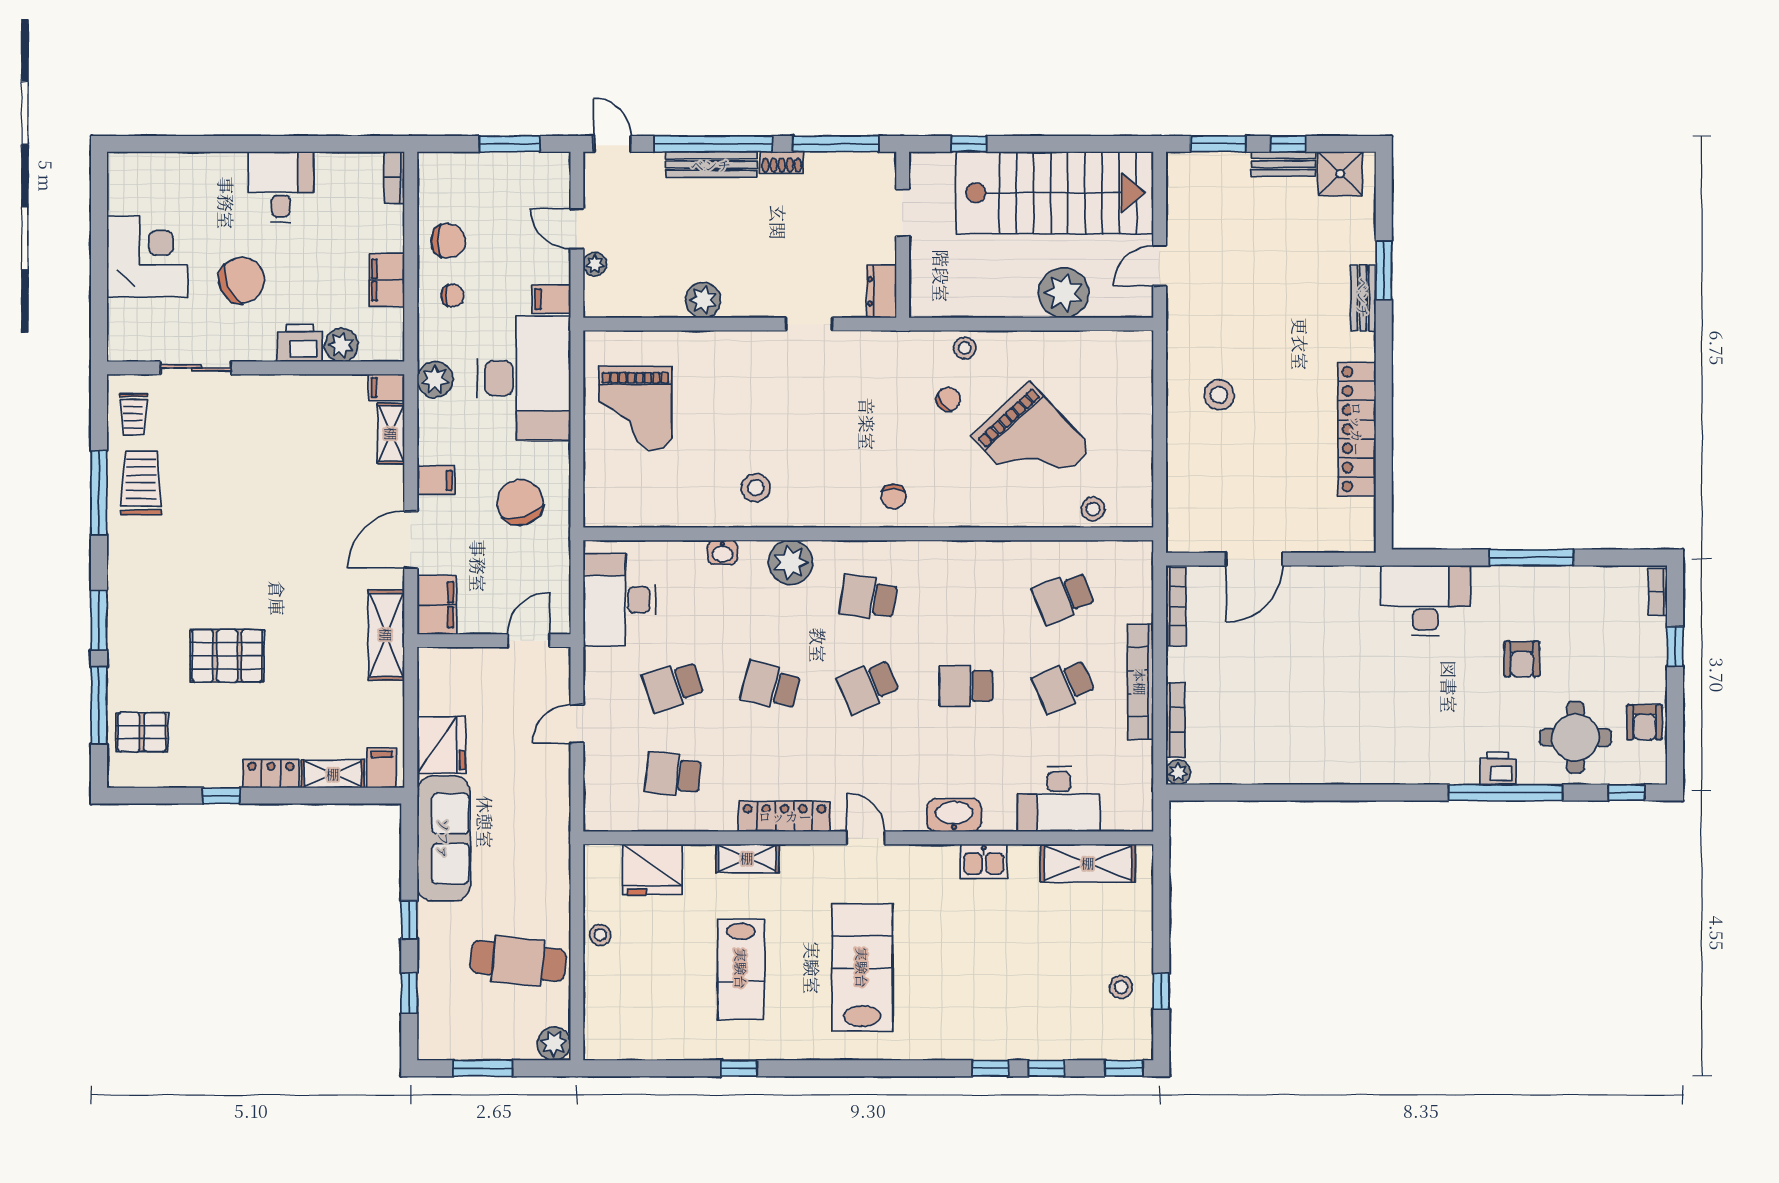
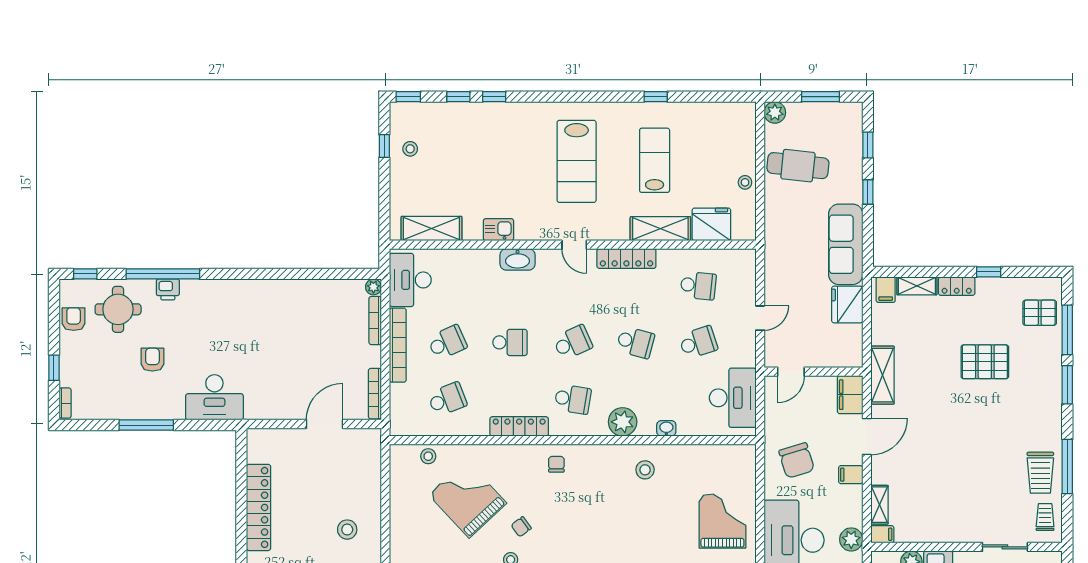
locker: (952, 555) -> (519, 426), added
desk: (1059, 799) -> (410, 280), moved, turned -90
shelving: (747, 858) -> (660, 229), width x1.50, depth x1.33

